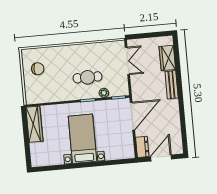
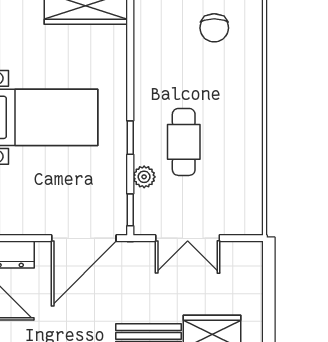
double door: (127, 61) -> (188, 238), moved
door: (132, 116) -> (84, 238), hinge flipped

